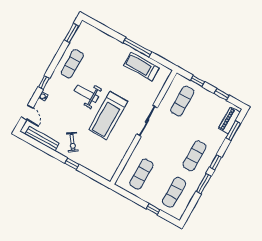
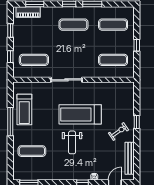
exercise mat: (72, 64) -> (32, 151), moved
treadmill: (108, 116) -> (80, 114), turned 180
window: (153, 209) -> (137, 45), moved

